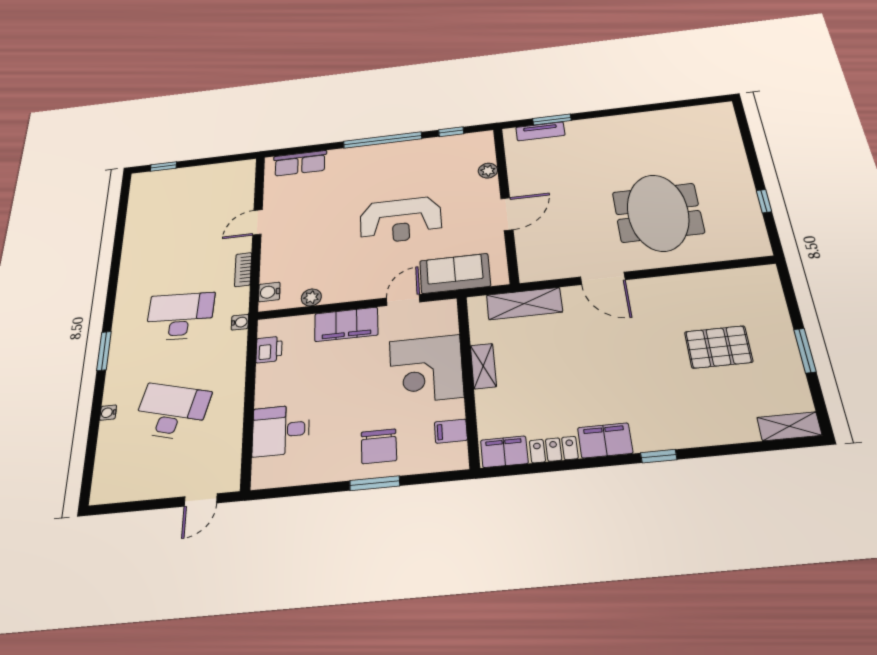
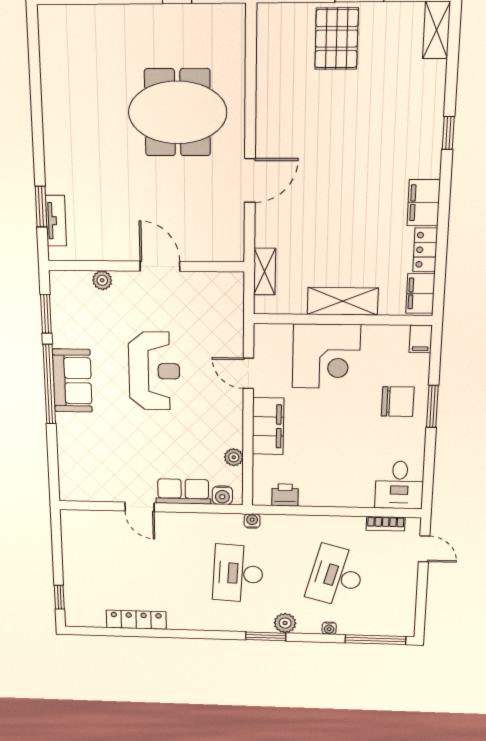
window: (451, 132) -> (46, 314), width x1.50
row of seats: (300, 163) -> (183, 491), moved, turned -90
locker: (134, 232) -> (136, 620), added
bookcase: (243, 270) -> (386, 524), moved
sofa: (455, 273) -> (72, 381), moved, turned 180
shelving: (524, 304) -> (265, 272), width x0.67, depth x0.75
pallet: (718, 347) -> (337, 39), moved
shelving: (483, 366) -> (343, 301), width x1.50, depth x1.33
plant: (118, 368) -> (285, 623), added
desk: (281, 430) -> (399, 485), moved
filing cabinet: (451, 431) -> (421, 339), moved
window: (659, 456) -> (448, 133), moved
window: (89, 463) -> (375, 640), added

